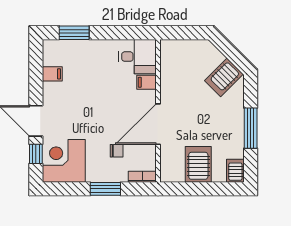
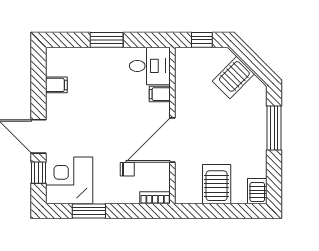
window: (74, 33) -> (107, 40), moved
window: (185, 33) -> (202, 40), added
server rack: (224, 77) -> (233, 77), moved
window: (251, 128) -> (274, 128), moved
window: (105, 189) -> (89, 211), moved

